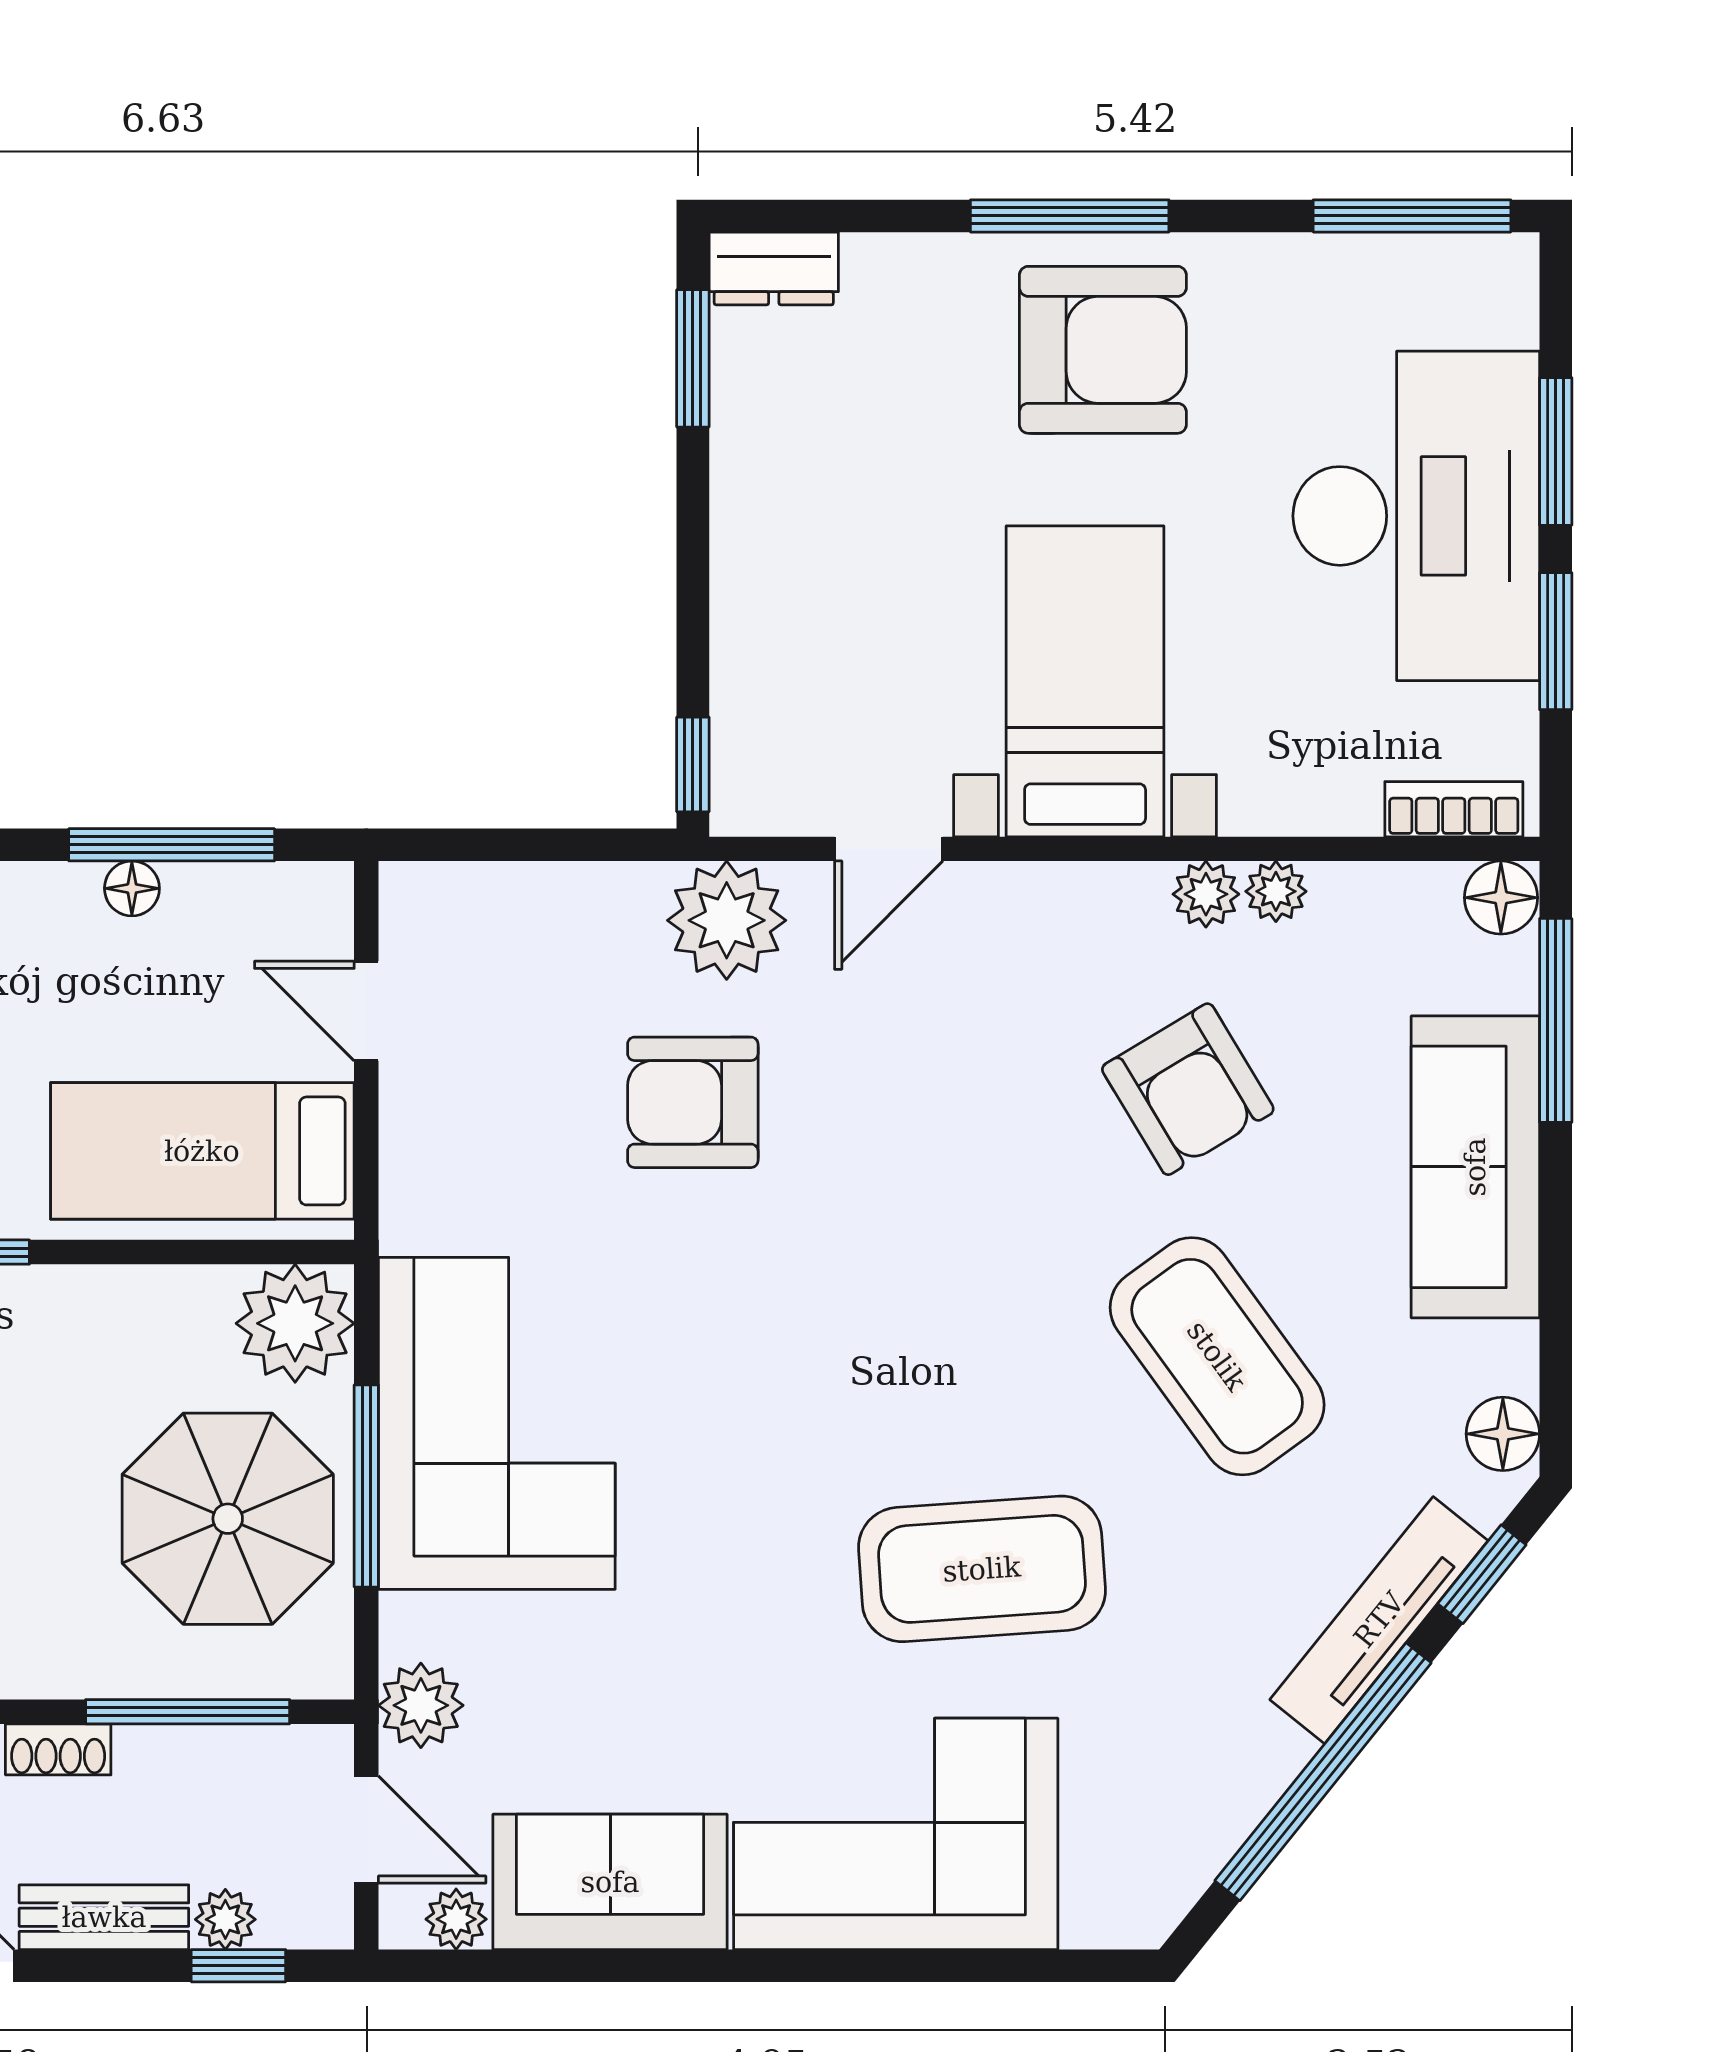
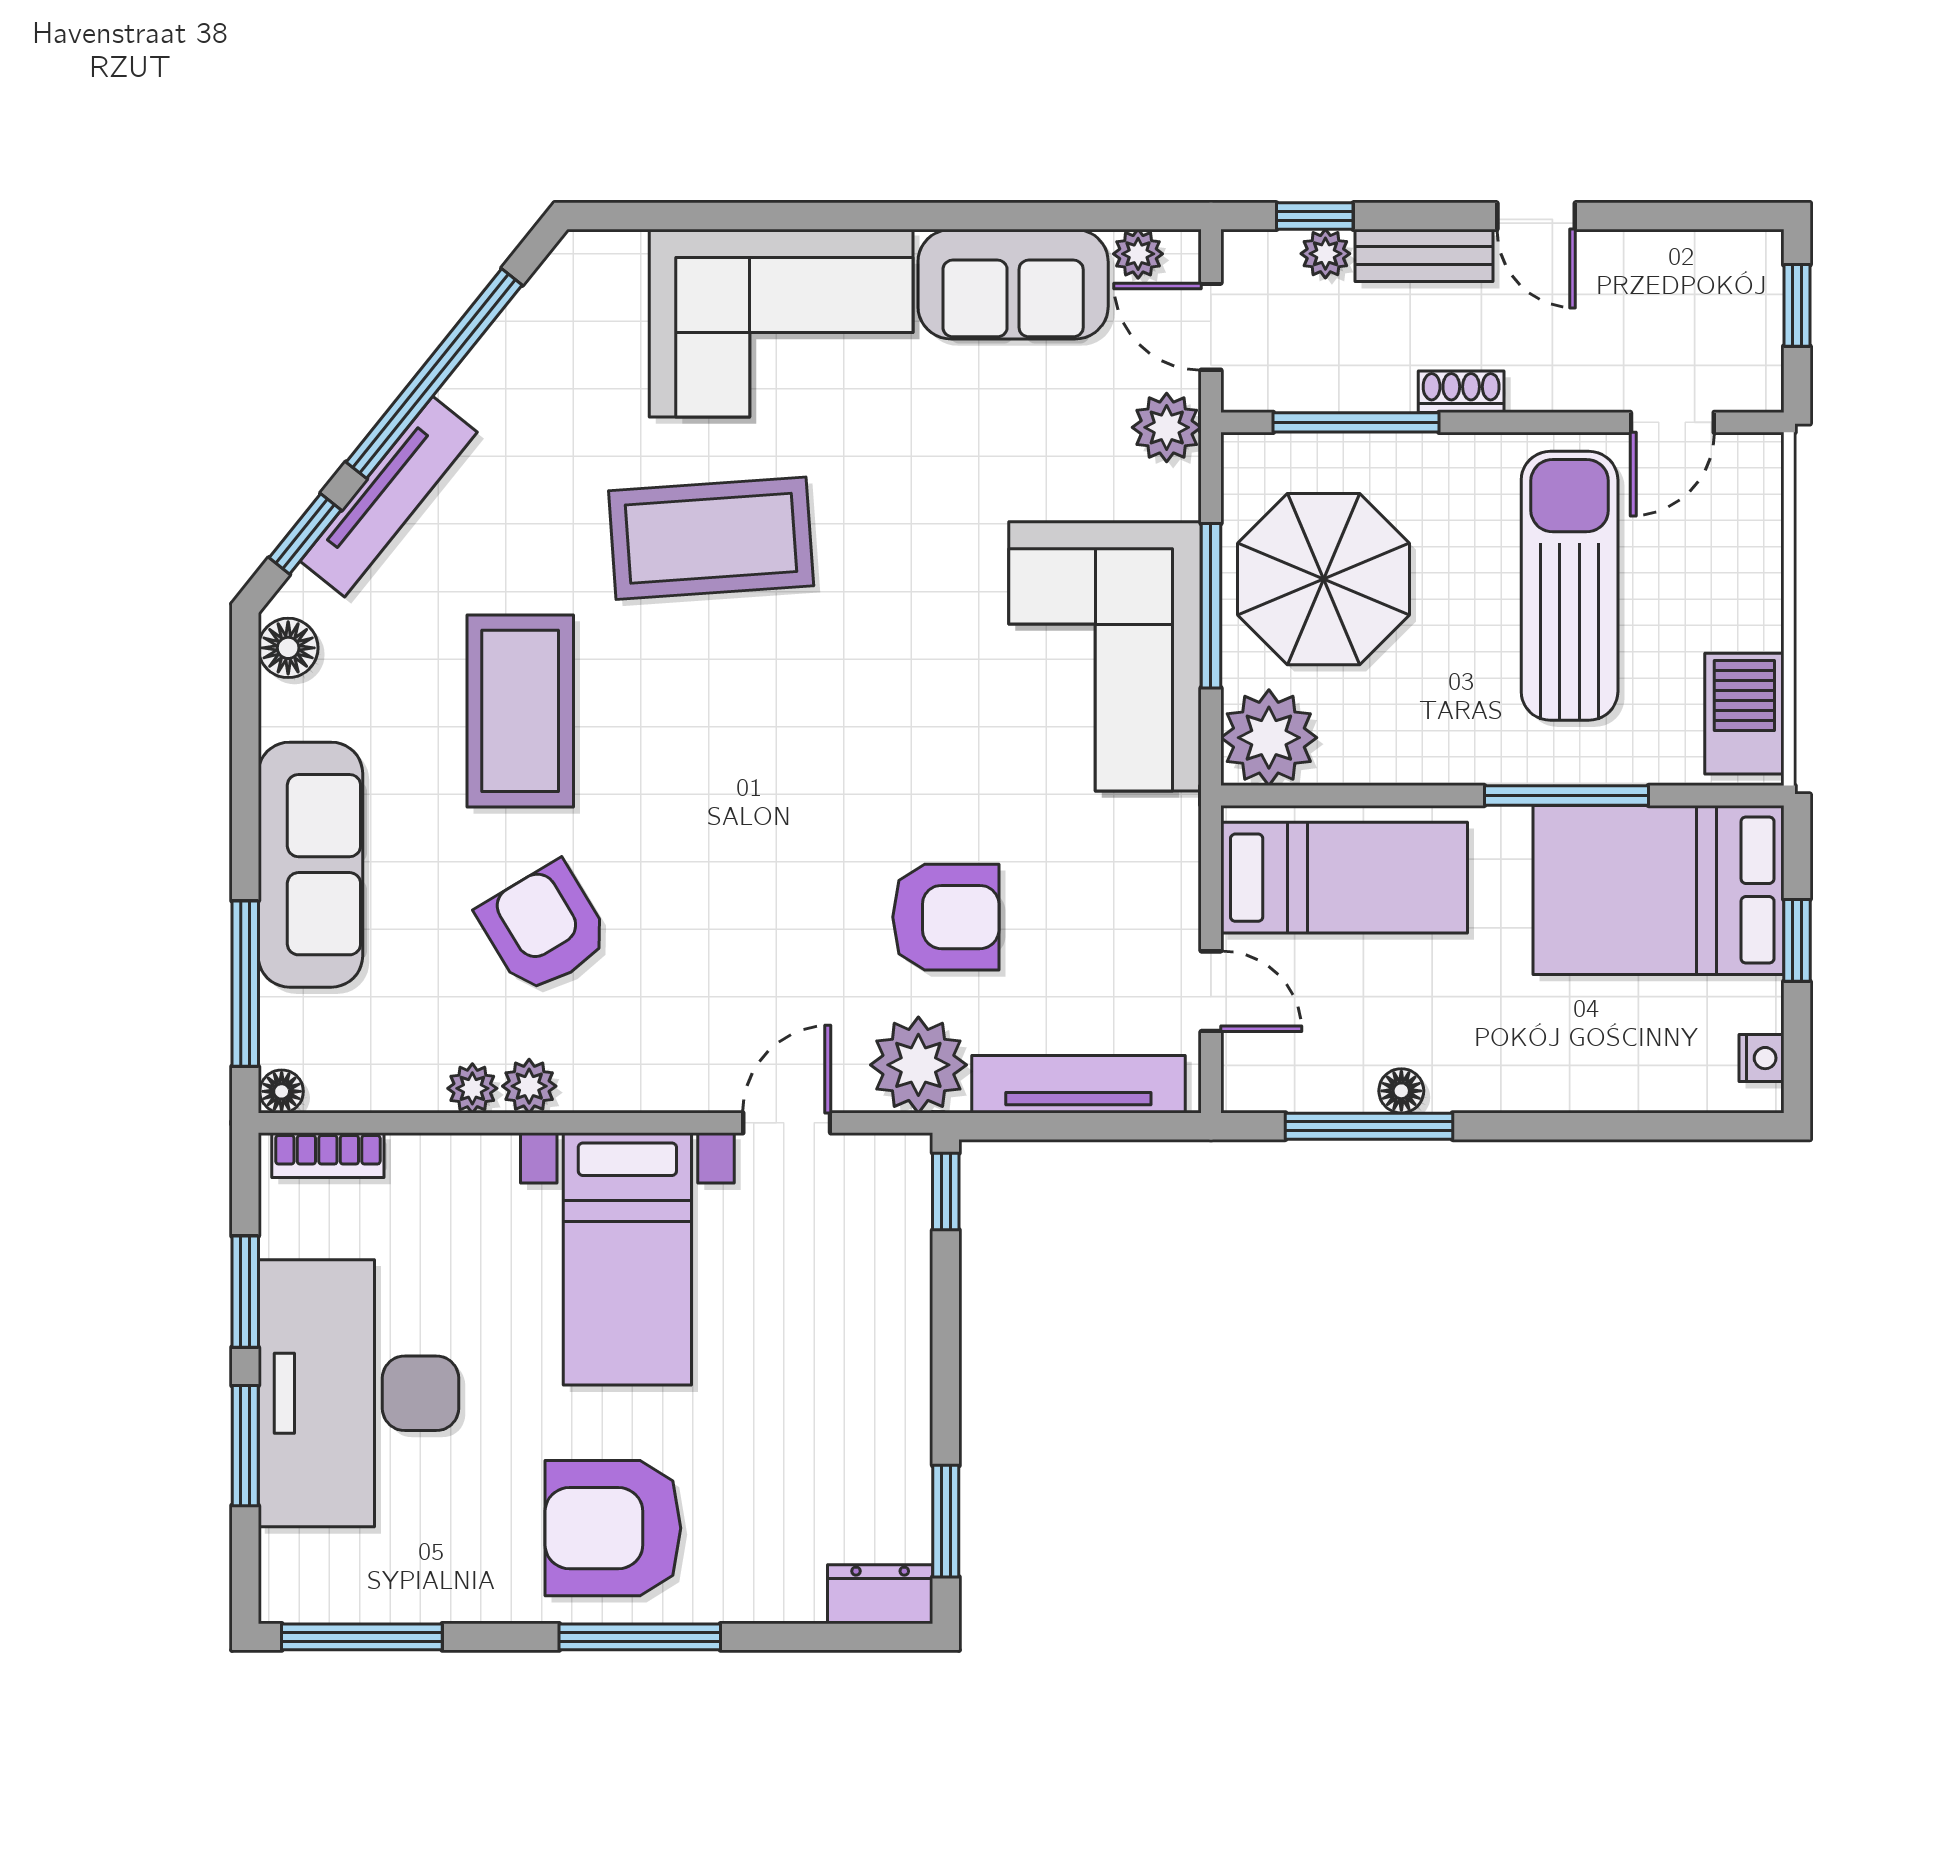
tv unit: (530, 897) -> (1078, 1084), added
floor lamp: (1501, 898) -> (282, 1091), width x0.73, depth x0.73
coffee table: (1217, 1356) -> (520, 711), turned 36

